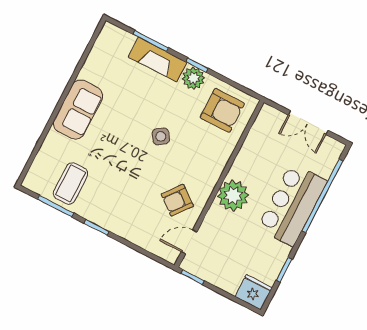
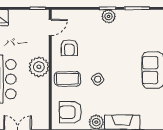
coffee table: (71, 183) -> (67, 79), moved, turned 90
armchair: (177, 200) -> (69, 48), turned 142
plant: (101, 215) -> (109, 16), added

